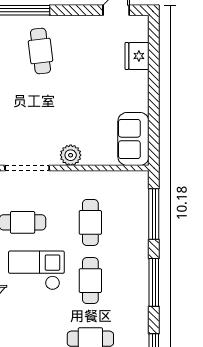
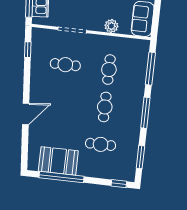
plant: (71, 155) -> (111, 26), moved
checkout: (36, 270) -> (71, 96), removed

